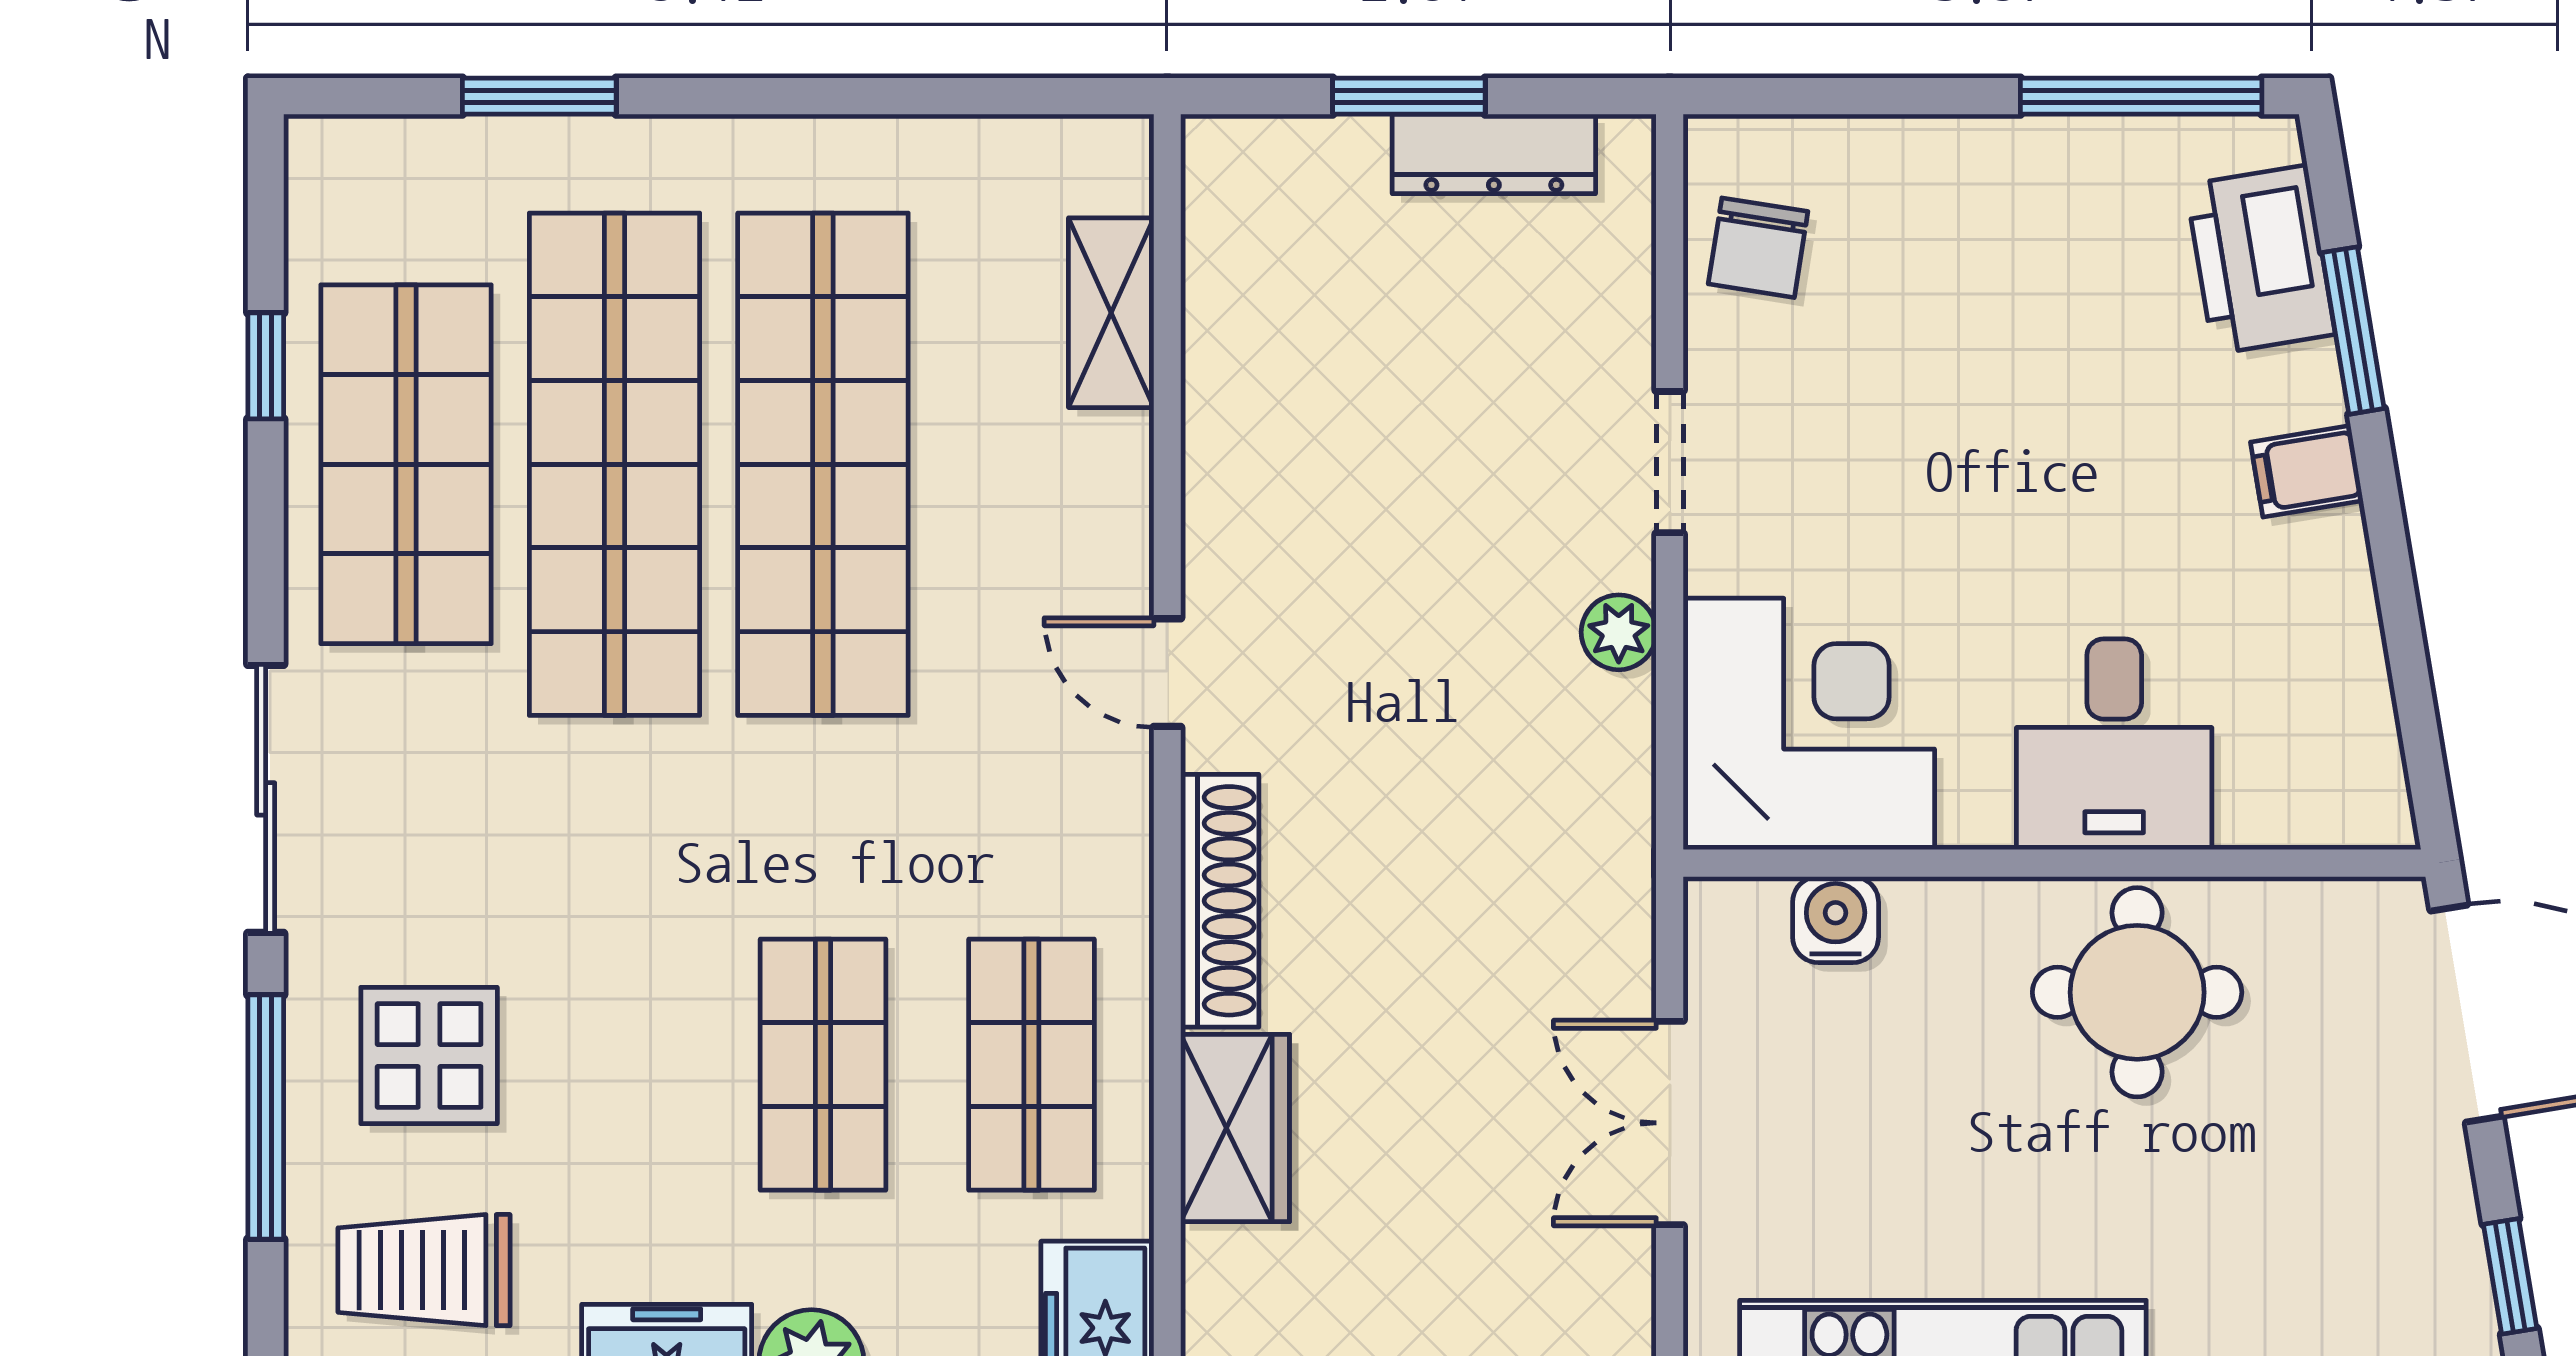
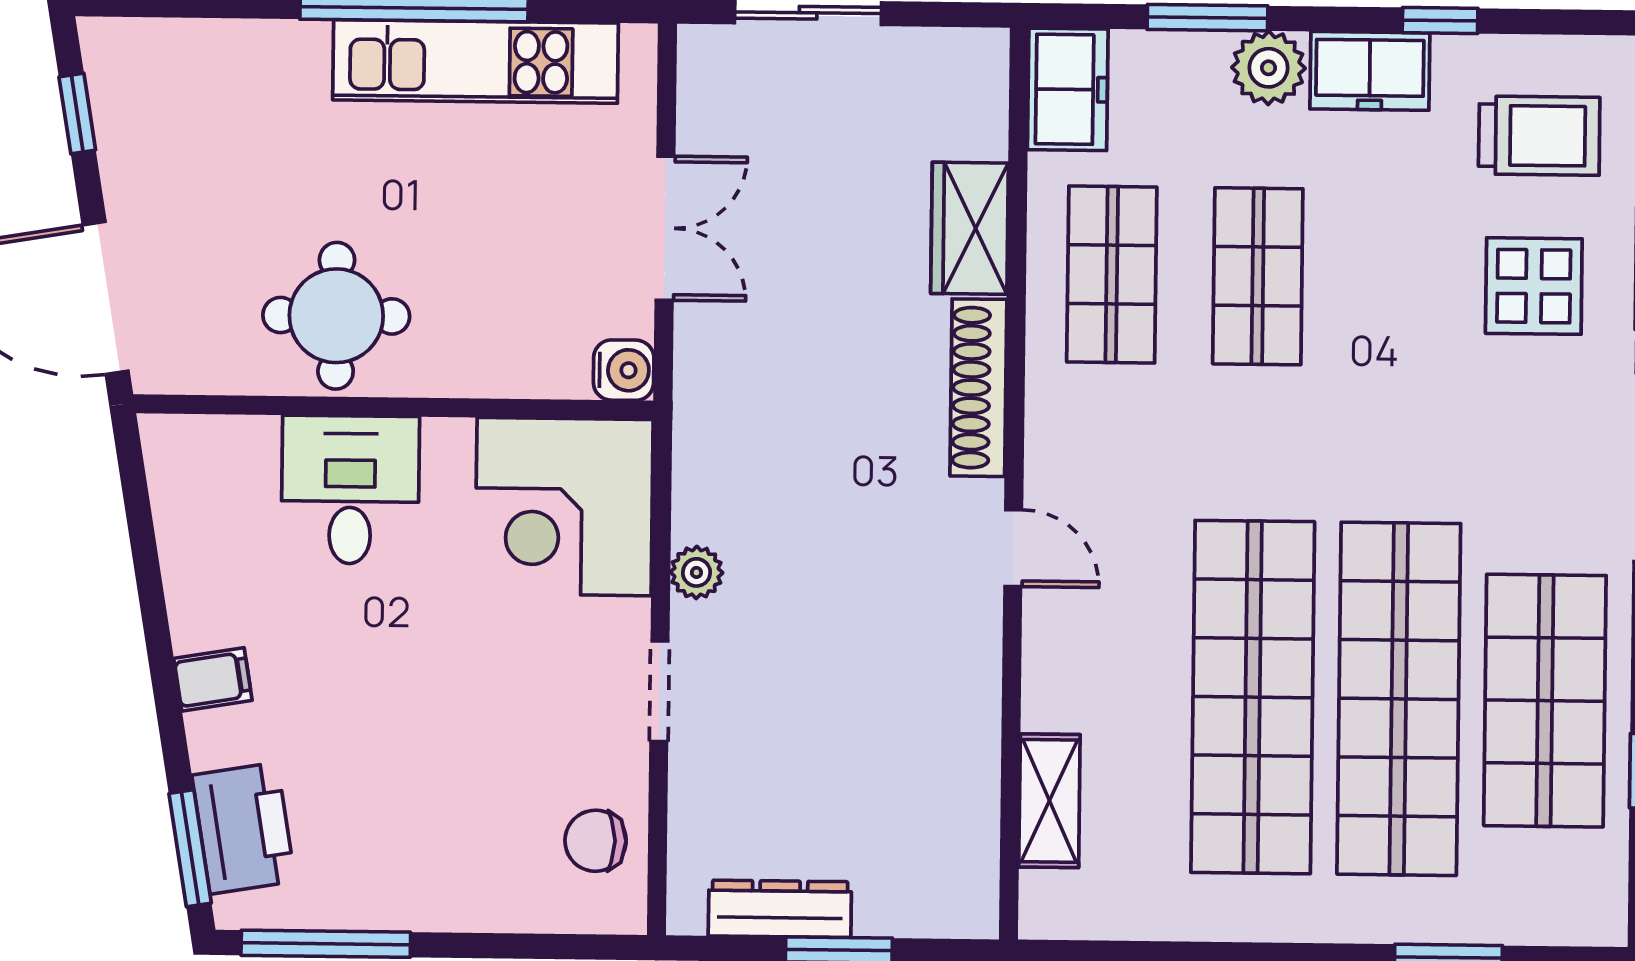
chair: (1758, 248) -> (596, 841), turned -99
window: (2353, 331) -> (190, 848), moved
water cooler: (1836, 920) -> (624, 370), moved, turned -90

